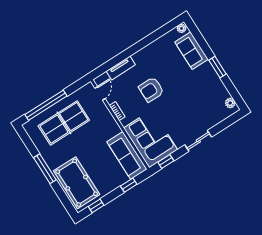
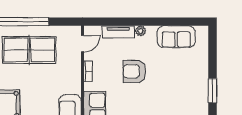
plant: (181, 28) -> (141, 31), moved
sofa: (192, 51) -> (176, 37), moved, turned -90

